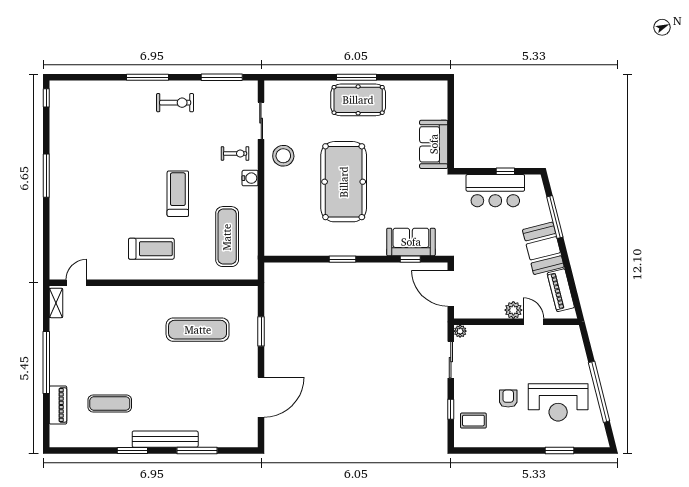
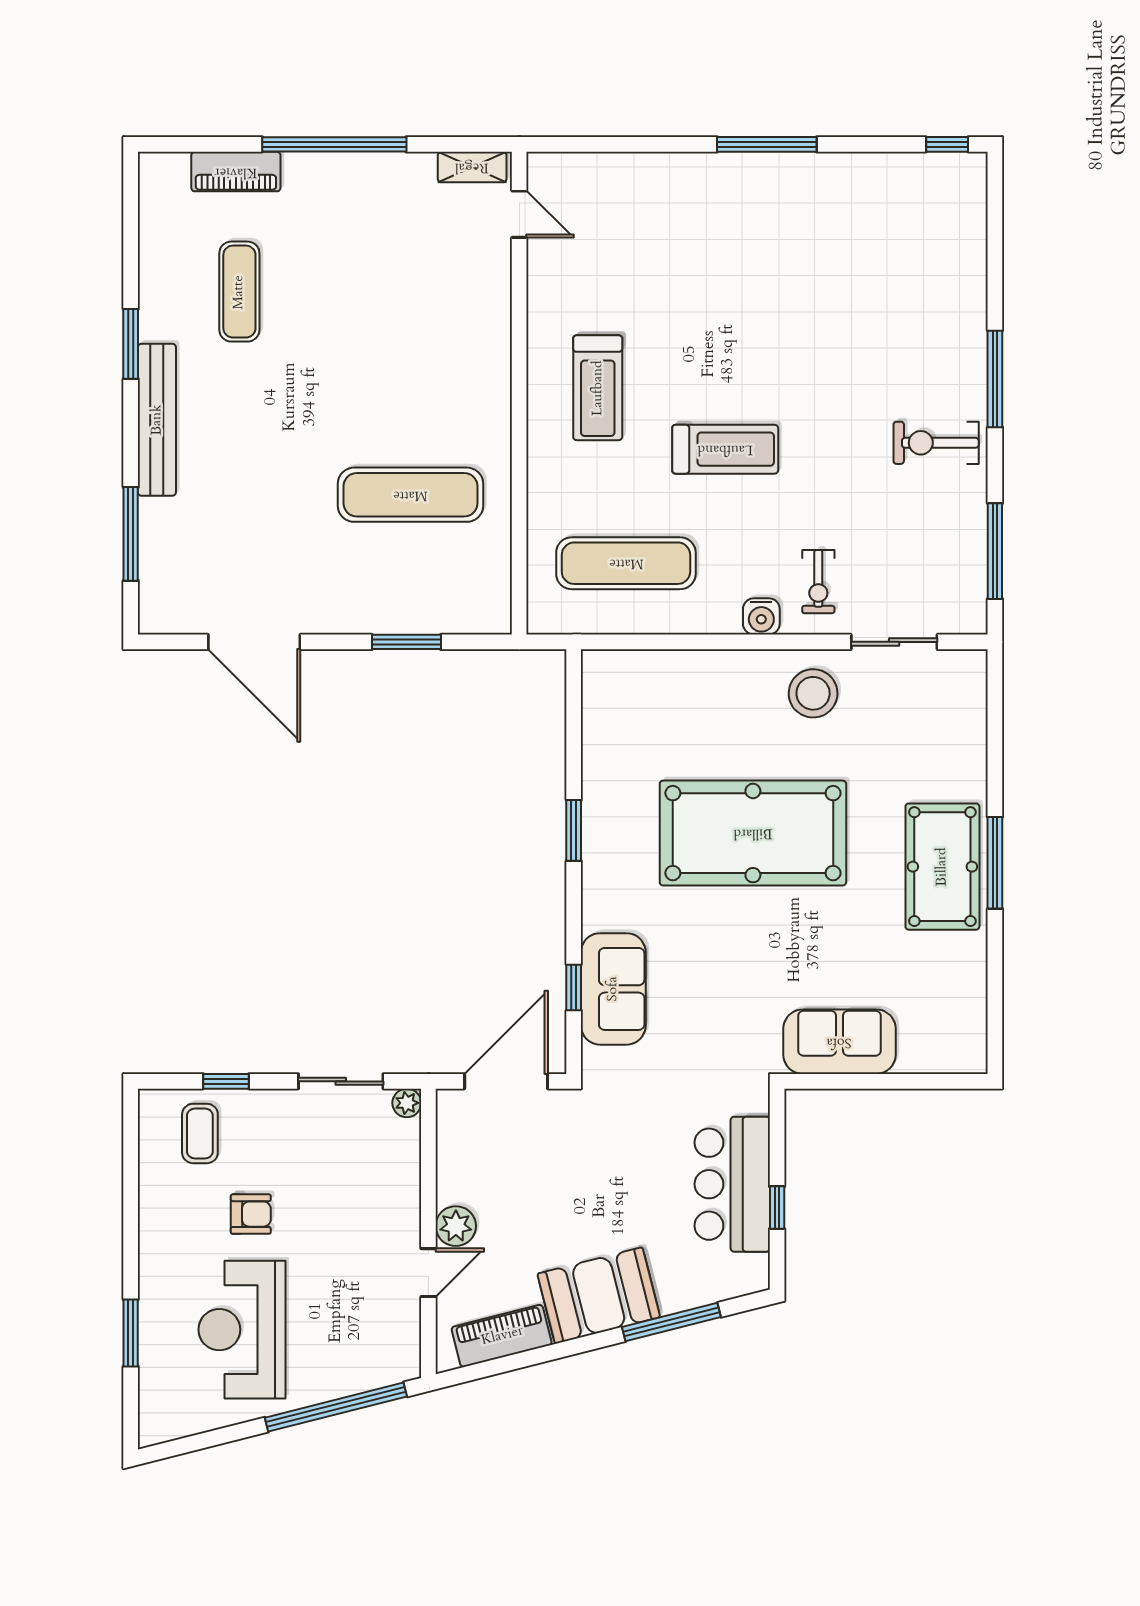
exercise bike: (175, 103) -> (936, 443), turned 90
exercise mat: (198, 330) -> (410, 495), turned 90
window: (599, 392) -> (336, 1407), moved
window: (197, 450) -> (131, 534), moved

